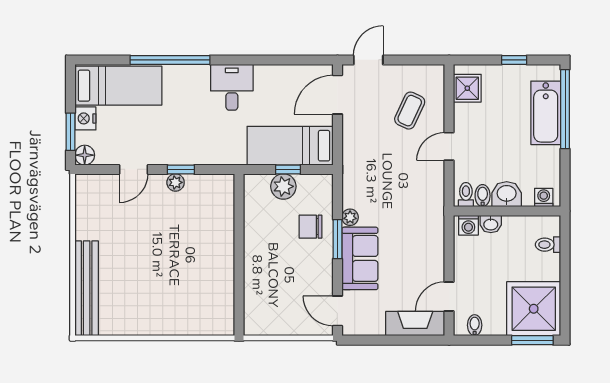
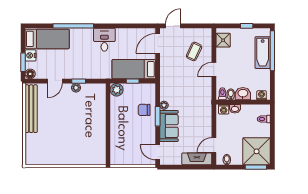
plant: (283, 186) -> (117, 90), moved
bench: (87, 288) -> (31, 109), moved

